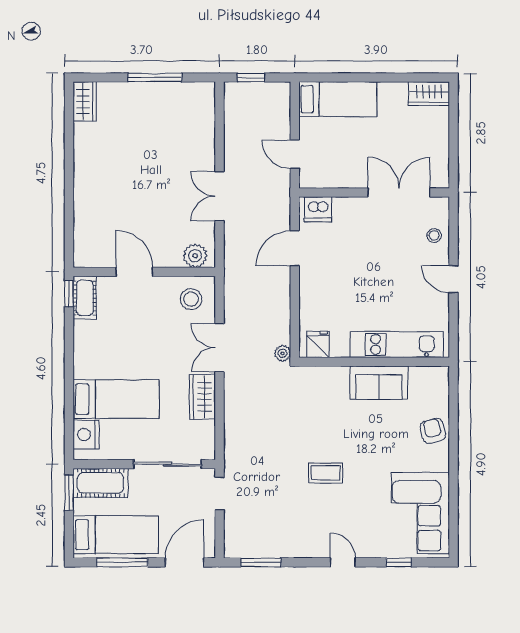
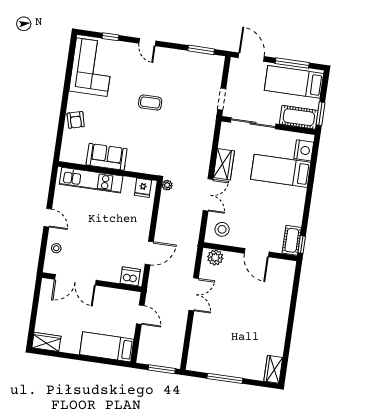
window: (251, 78) -> (162, 369), width x1.50
door: (184, 562) -> (251, 57), swing flipped

